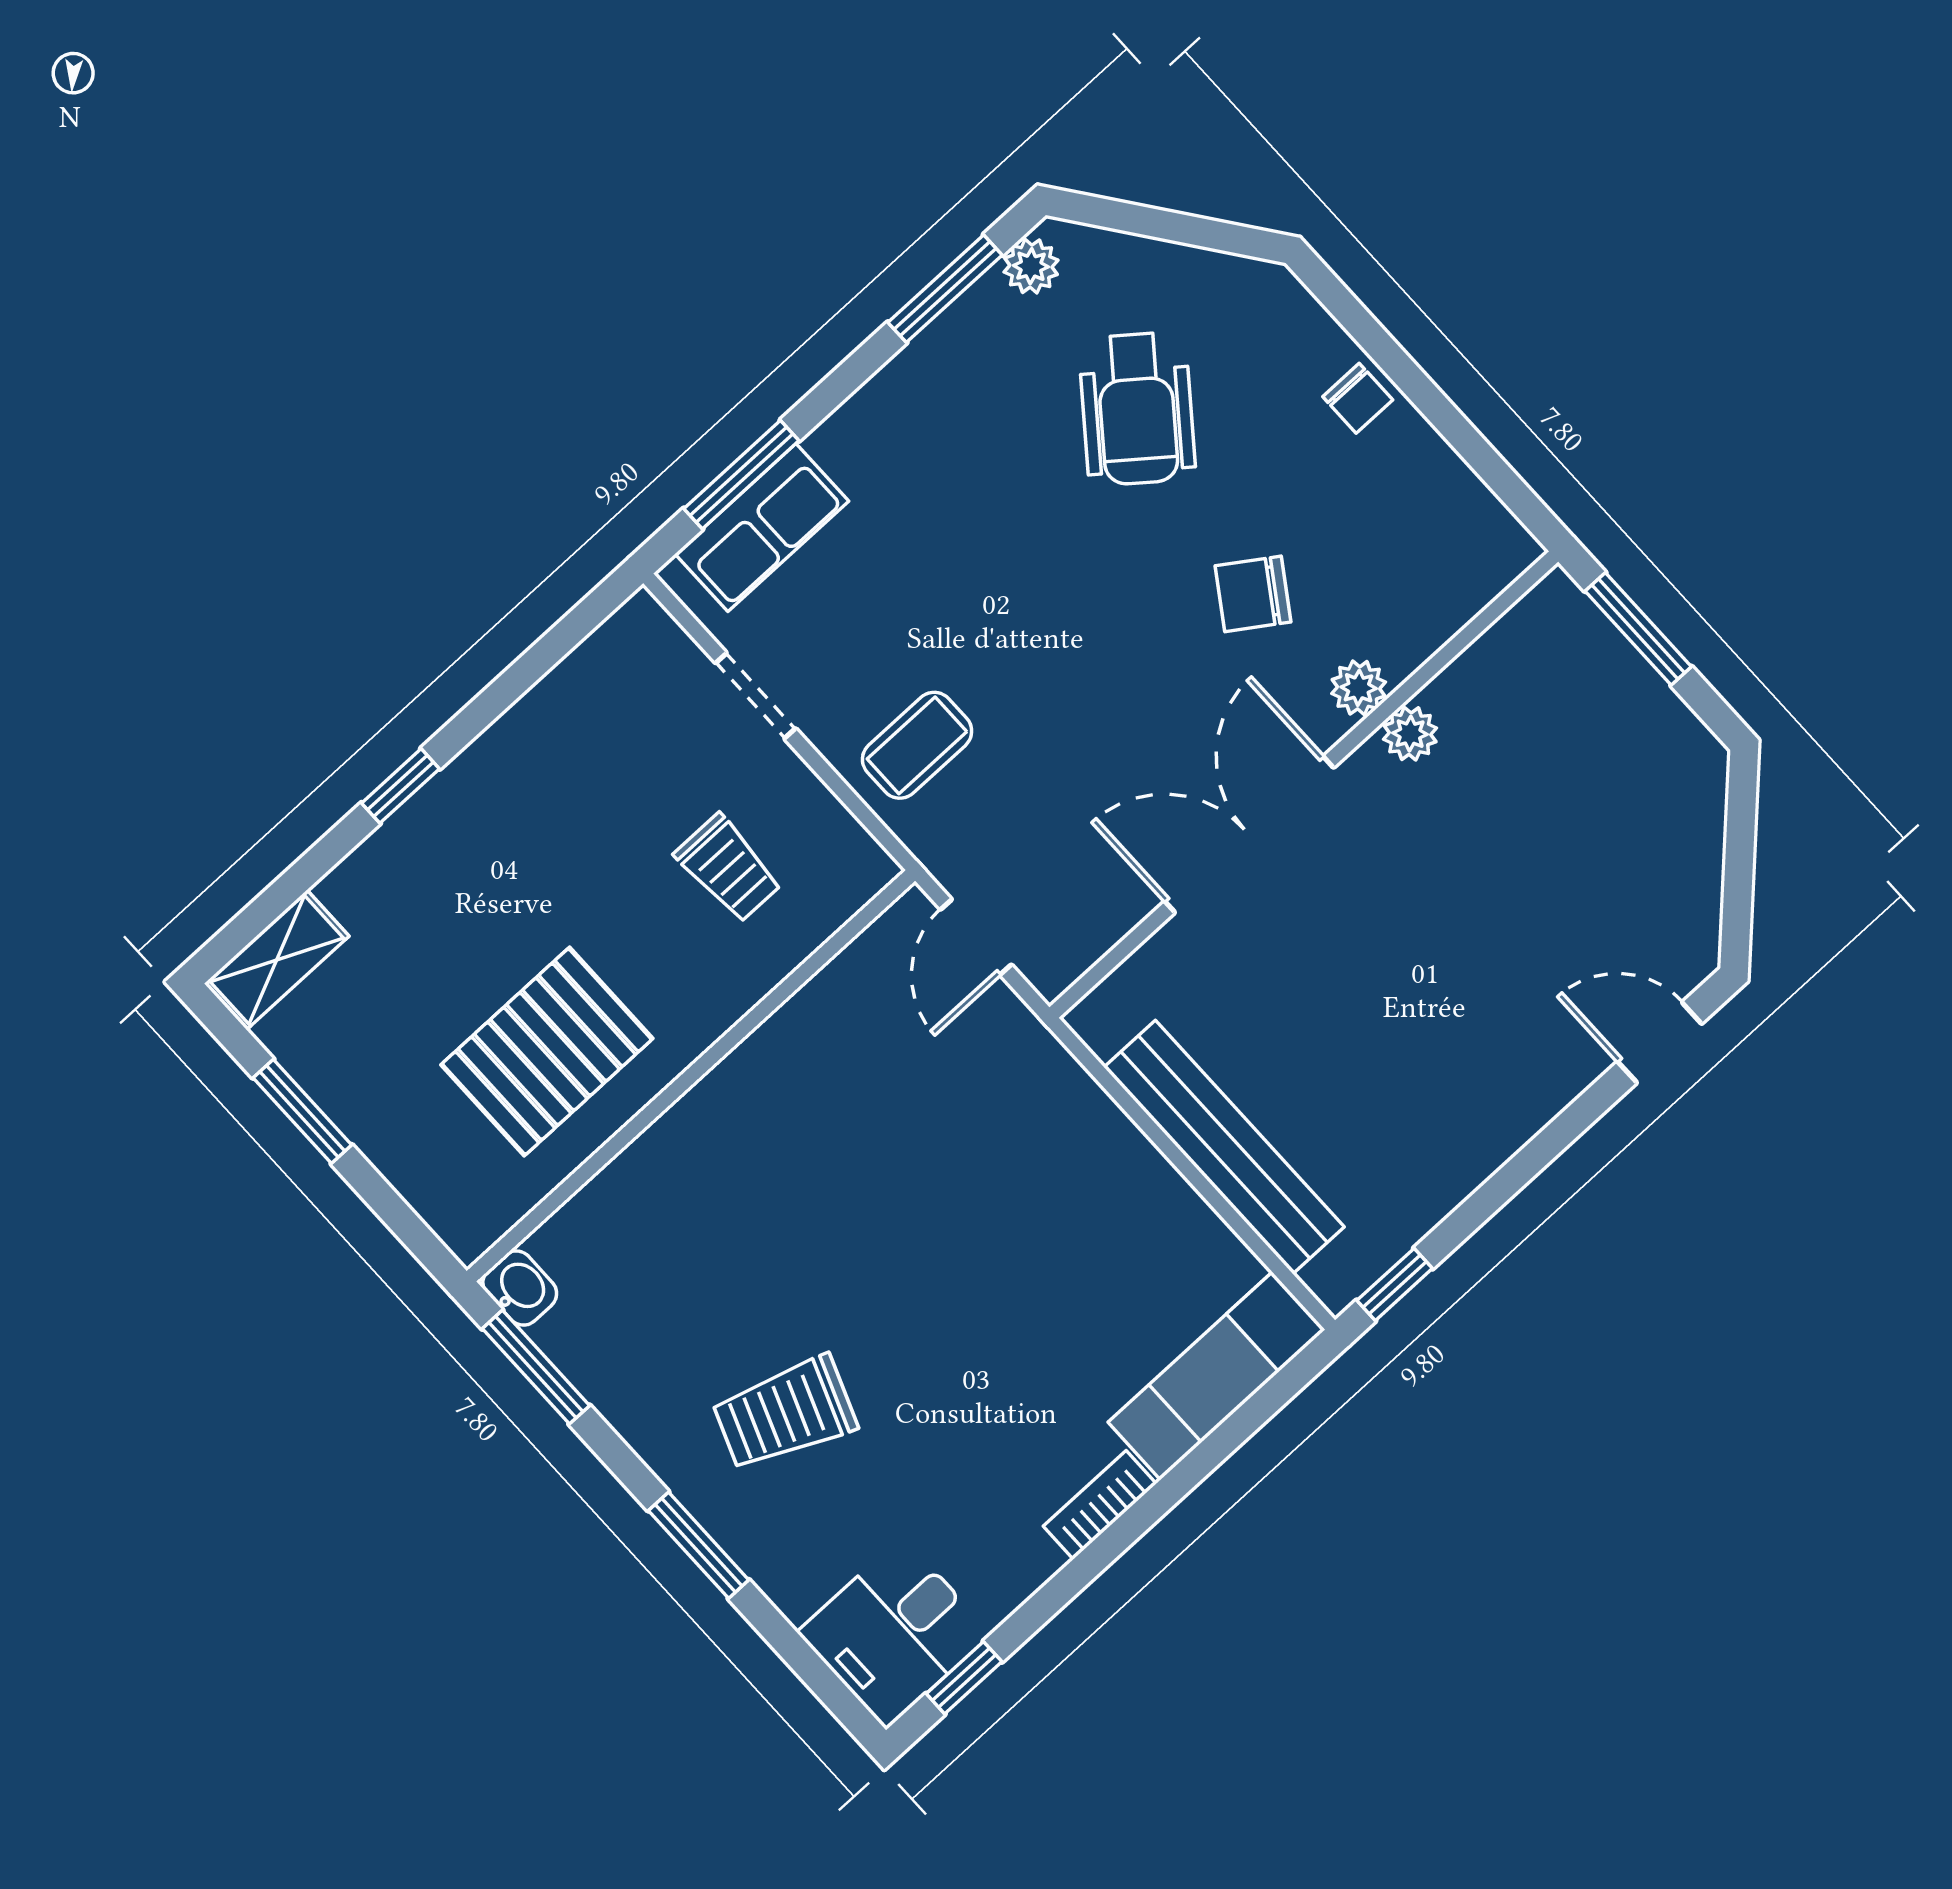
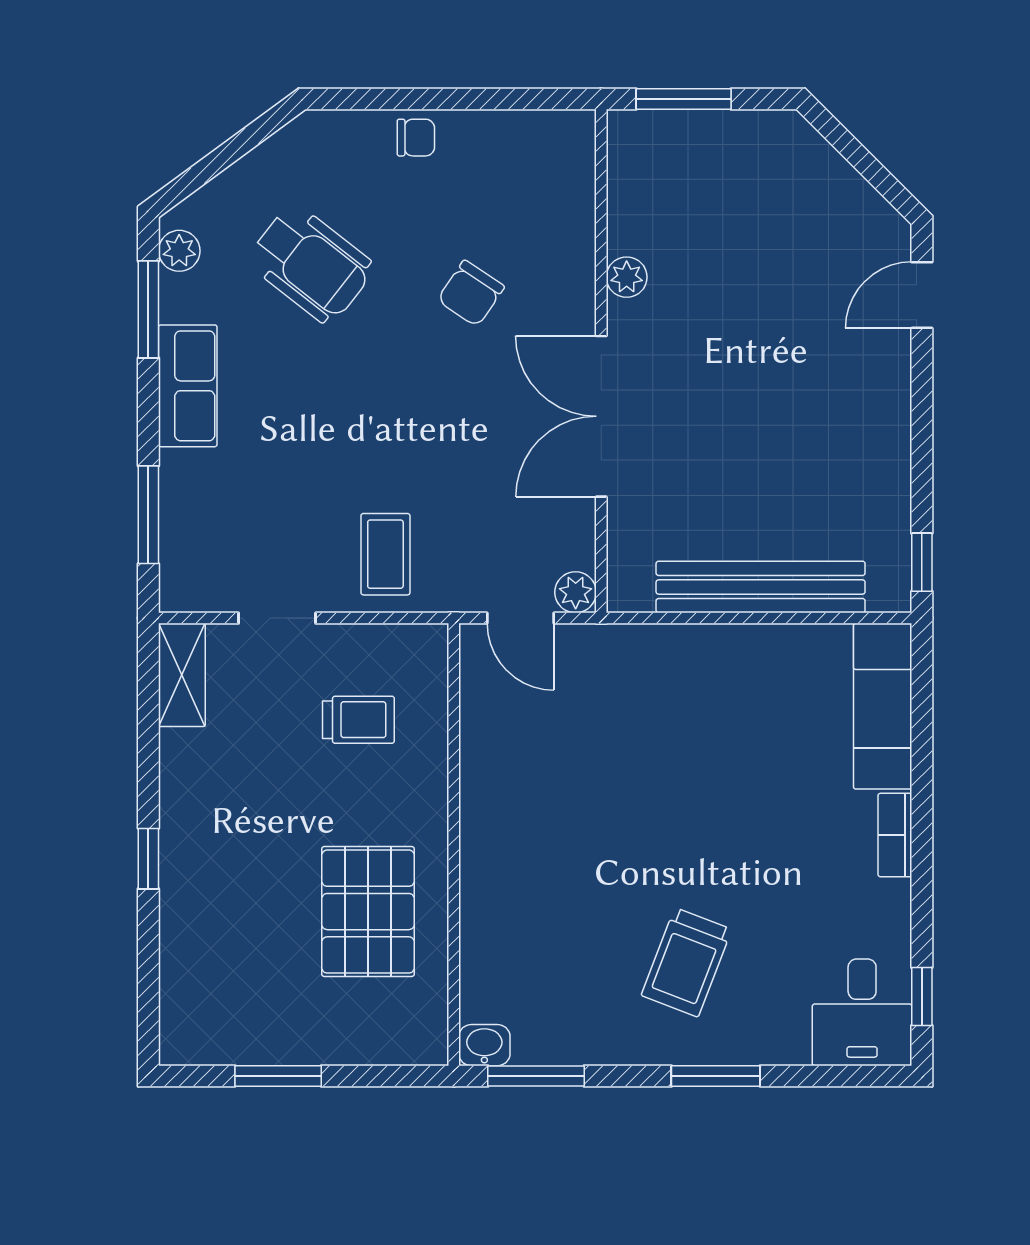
row of seats: (762, 528) -> (188, 386), moved
plant: (1359, 688) -> (576, 592), moved
shelving: (277, 960) -> (182, 675), moved

